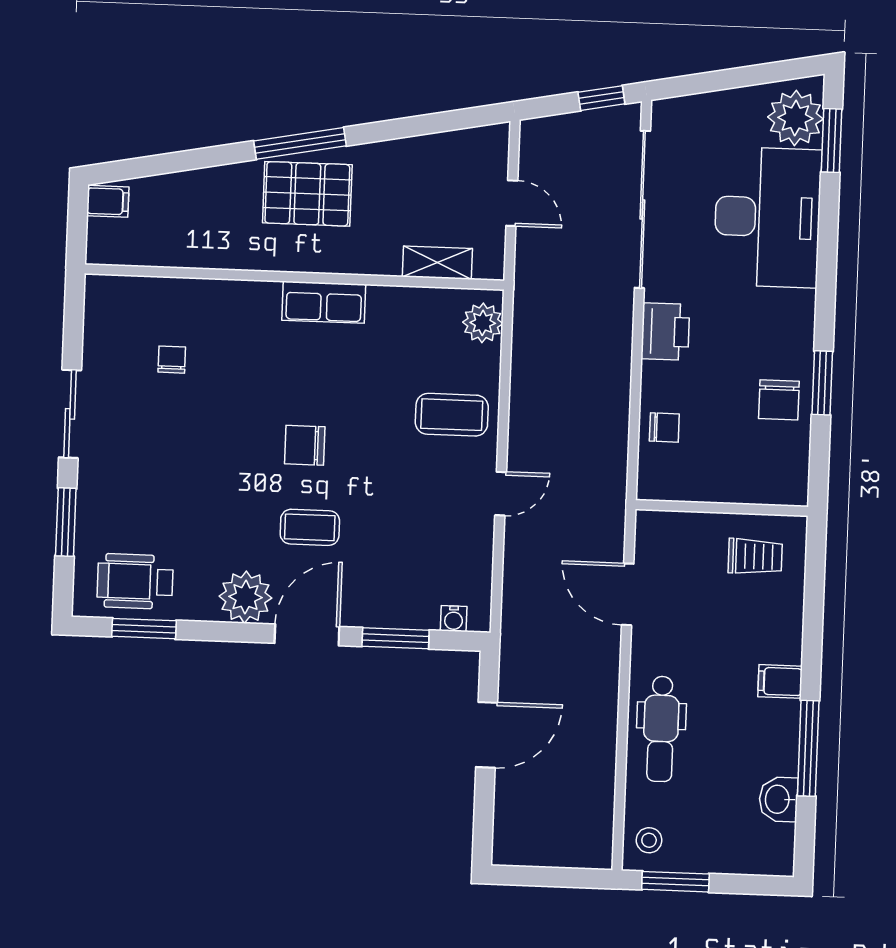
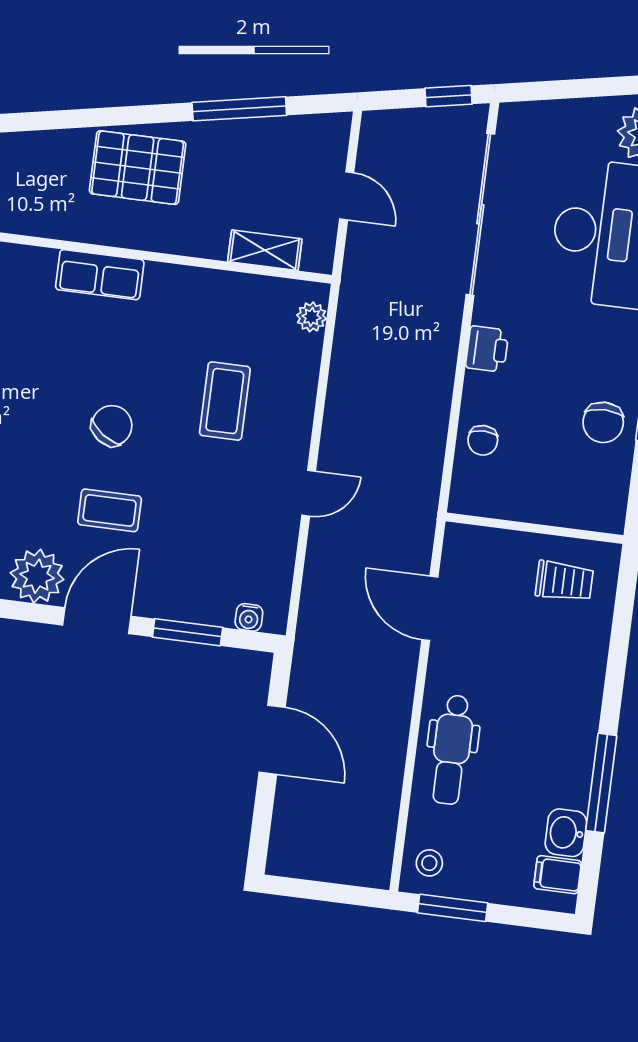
window: (300, 143) -> (239, 109), moved
row of seats: (324, 302) -> (100, 275), moved
plant: (483, 323) -> (312, 317), width x0.73, depth x0.73
printer: (665, 332) -> (487, 349), width x0.73, depth x0.81
coffee table: (452, 415) -> (225, 401), moved, turned 90
chair: (664, 427) -> (483, 440), turned 90
chair: (305, 445) -> (112, 426), turned 125
filing cabinet: (780, 681) -> (558, 875), moved
door: (487, 735) -> (272, 740), hinge flipped

